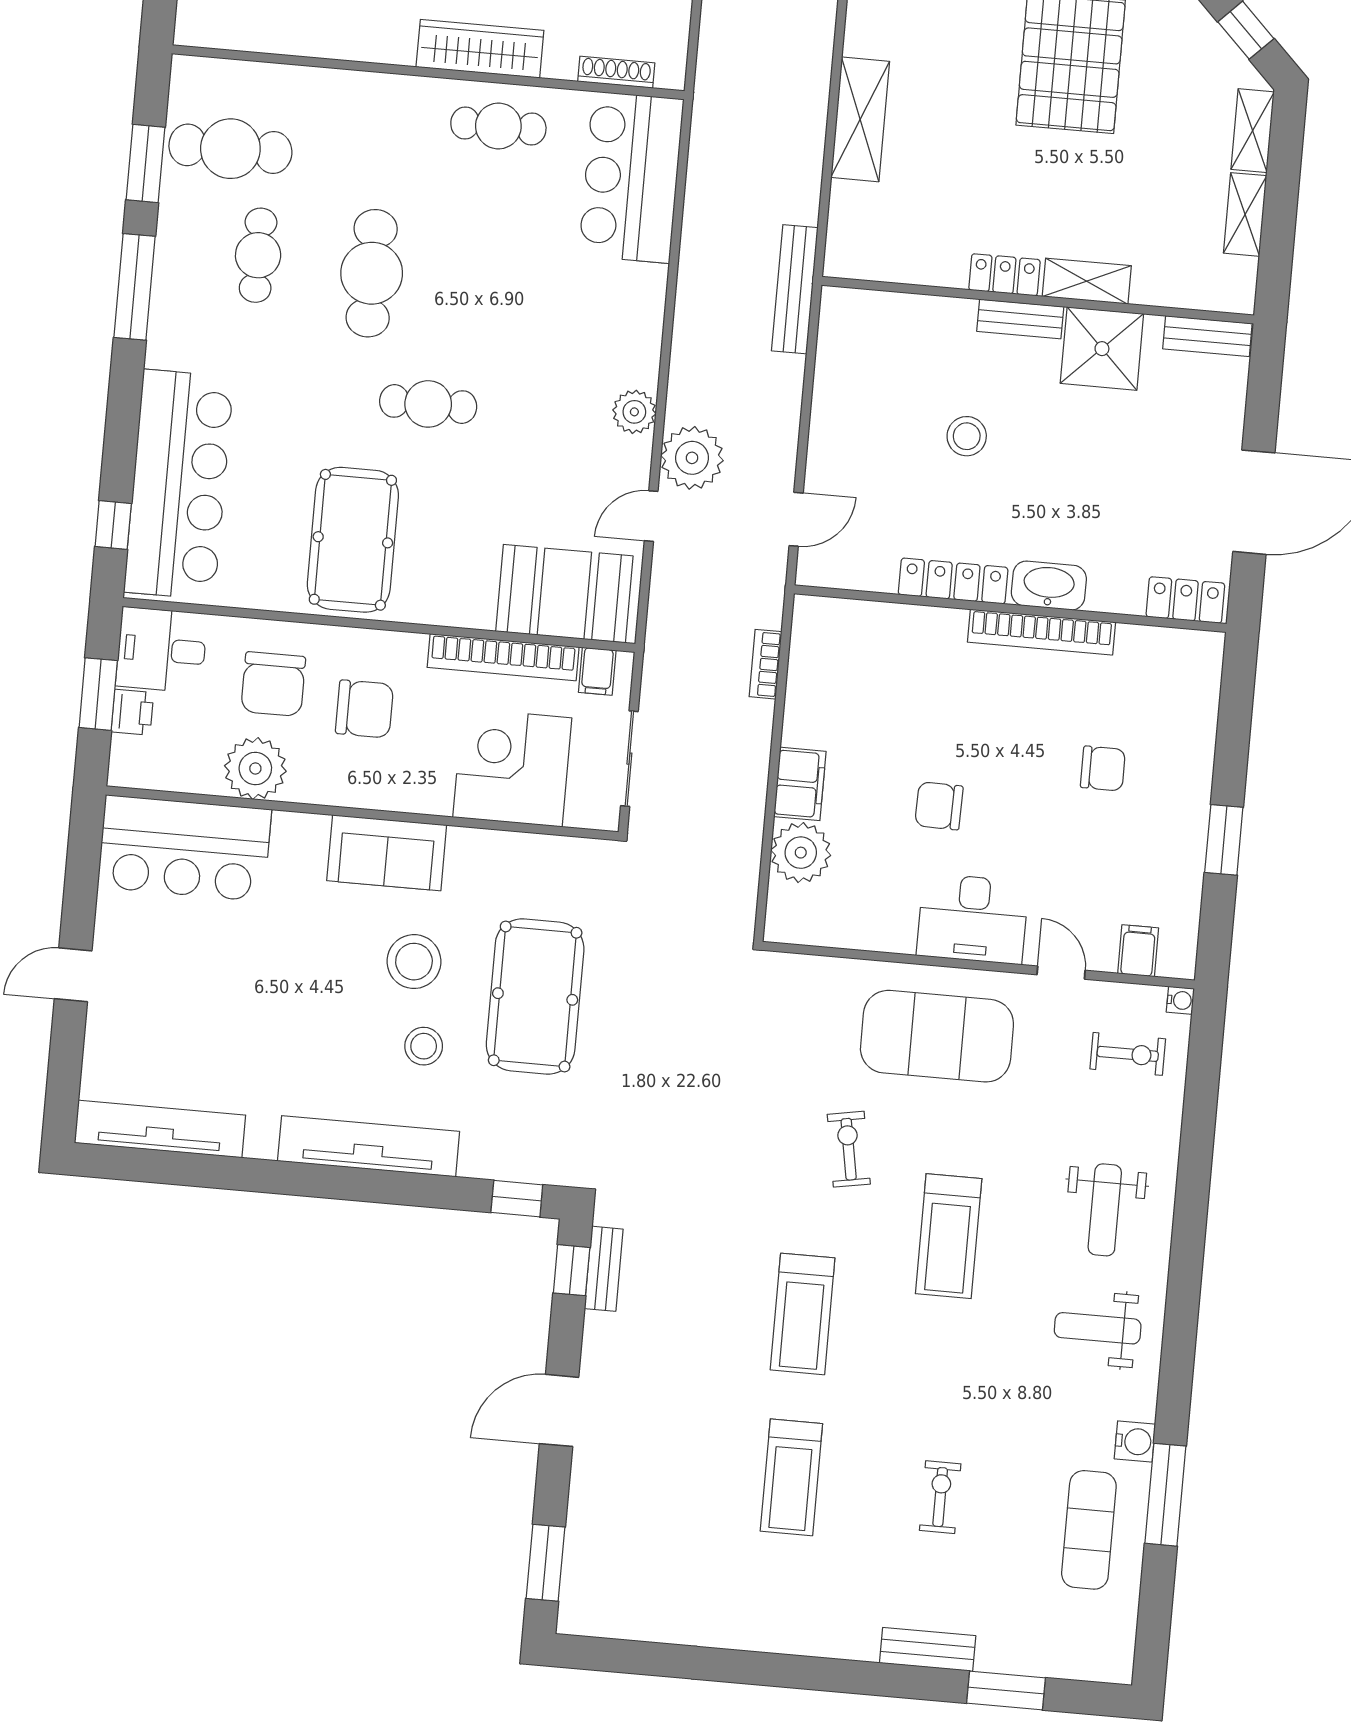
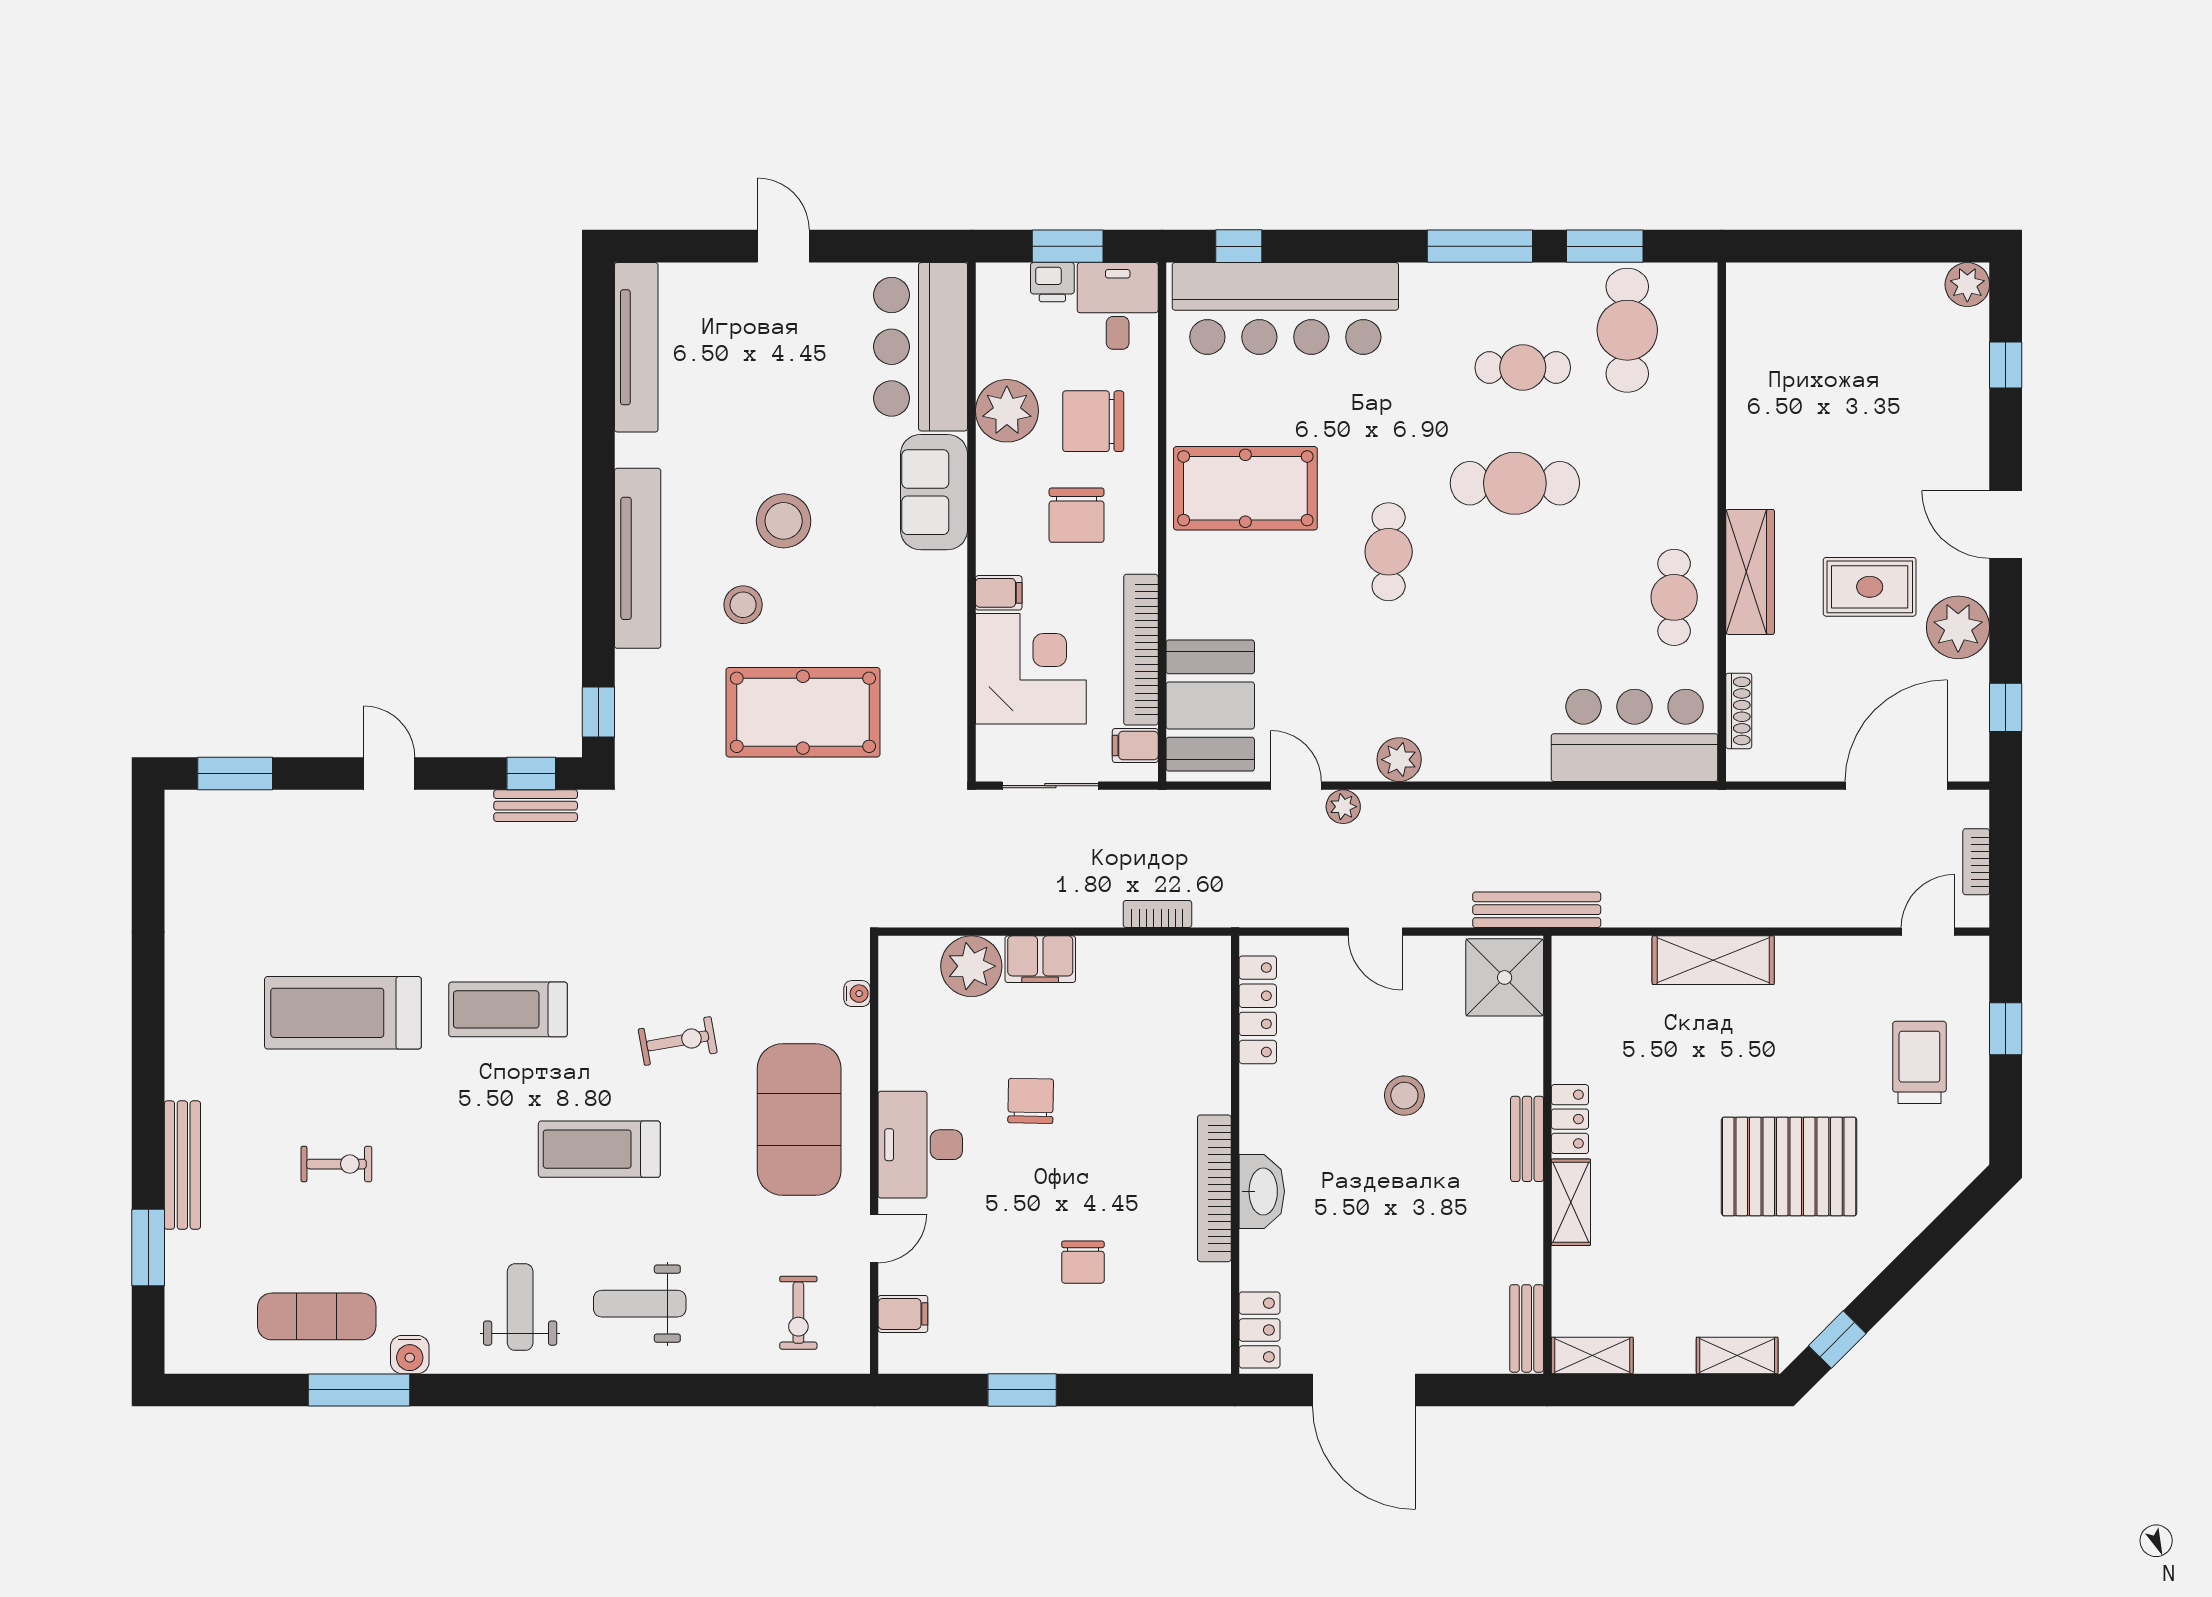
shelving: (1245, 214) -> (1592, 1355), moved
shower: (1102, 349) -> (1505, 977), moved
plant: (692, 458) -> (1343, 807), width x0.53, depth x0.53
door: (796, 519) -> (1375, 932), moved
locker: (953, 581) -> (1258, 1010), moved
filing cabinet: (434, 793) -> (999, 593), added
sofa: (387, 853) -> (934, 492), moved
stool: (414, 962) -> (784, 521), moved
water cooler: (1180, 1000) -> (857, 994), moved, turned -90
door: (559, 1410) -> (389, 773), width x0.73
treadmill: (791, 1477) -> (343, 1013), width x1.37, depth x1.38
bench: (928, 1649) -> (182, 1165), width x1.36

